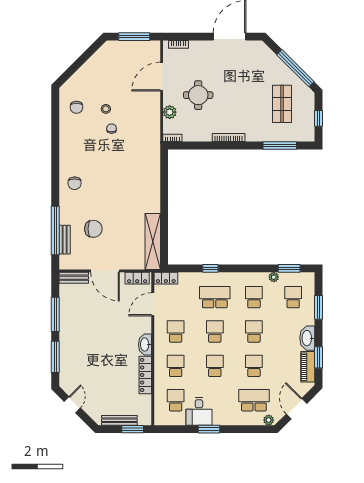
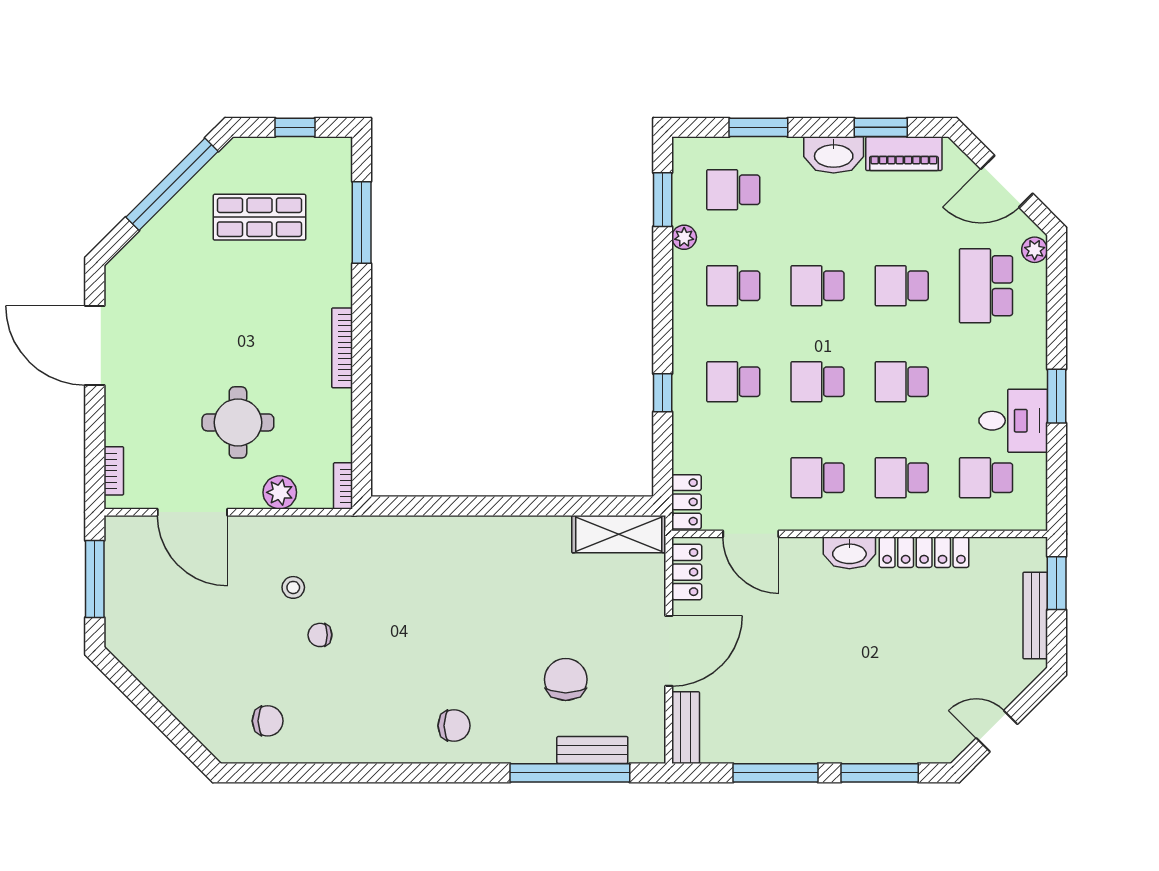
stool: (106, 109) -> (293, 587), moved
shelving: (153, 242) -> (619, 534), width x0.68
school desk: (215, 297) -> (733, 382), width x0.54

